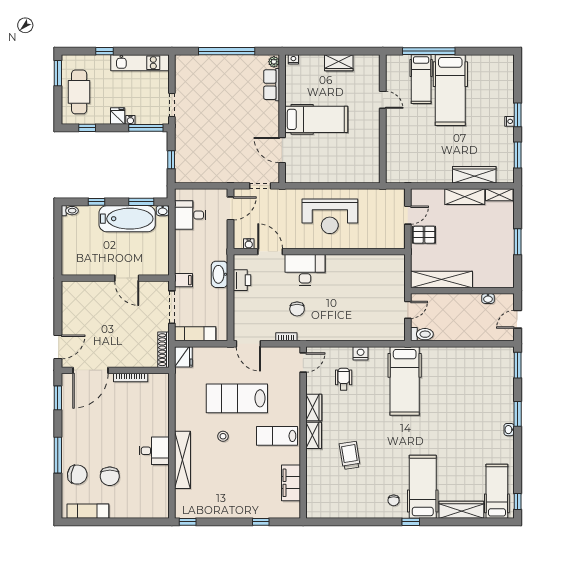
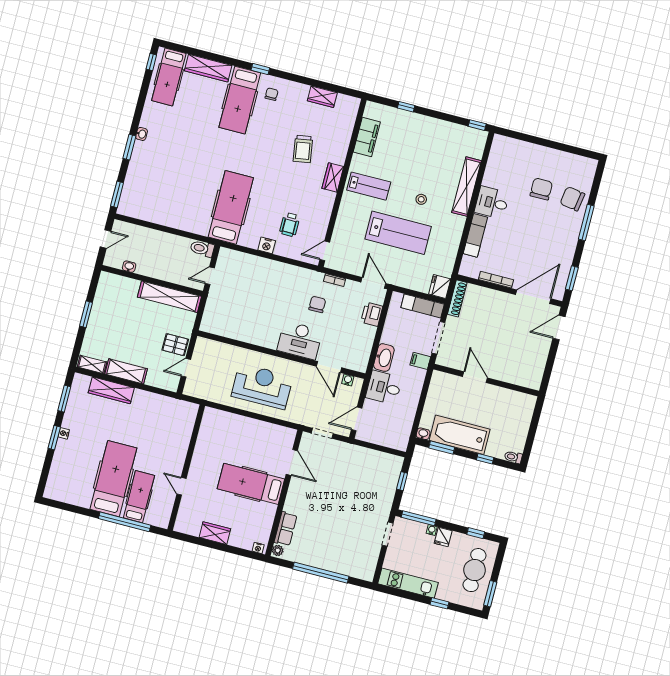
desk: (190, 215) -> (384, 388), moved, turned 180
printer: (242, 280) -> (372, 314), moved
wardrobe: (314, 407) -> (322, 97), moved, turned -90
exam couch: (88, 511) -> (475, 235), moved, turned -90

